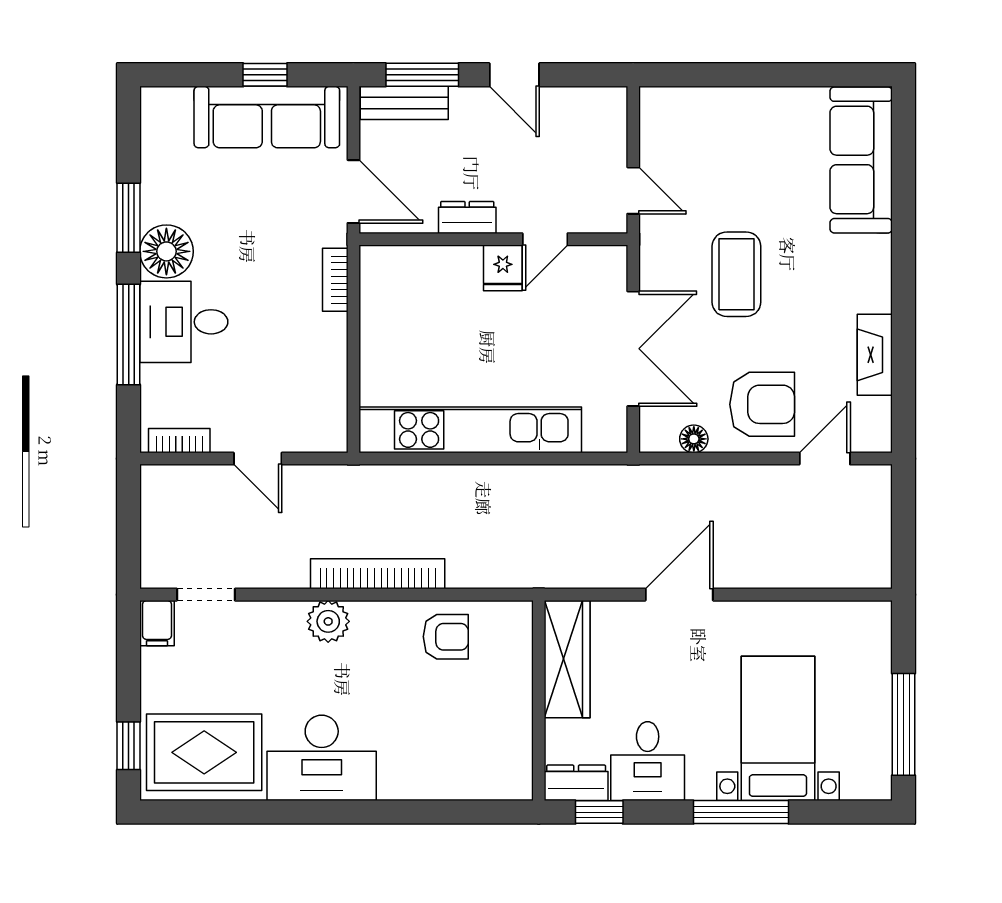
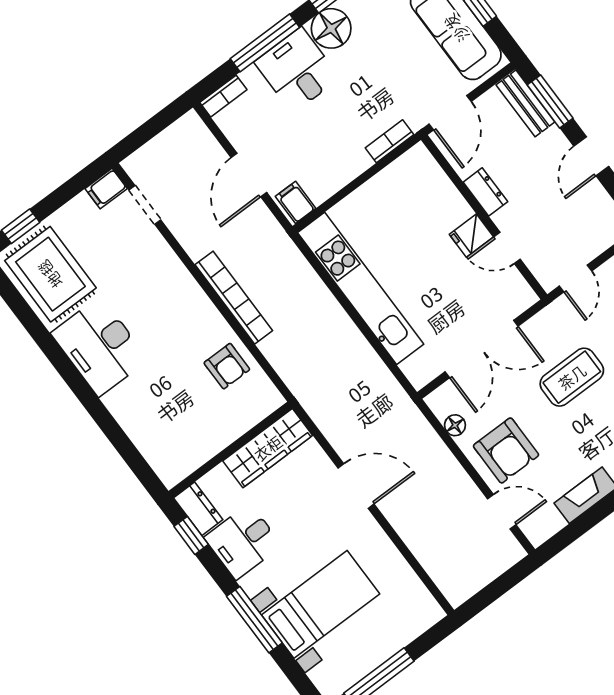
filing cabinet: (325, 430) -> (296, 202), added
bookcase: (179, 441) -> (223, 96), moved, turned 90
door: (258, 459) -> (249, 175), width x1.38
plant: (328, 621) -> (184, 289), removed

